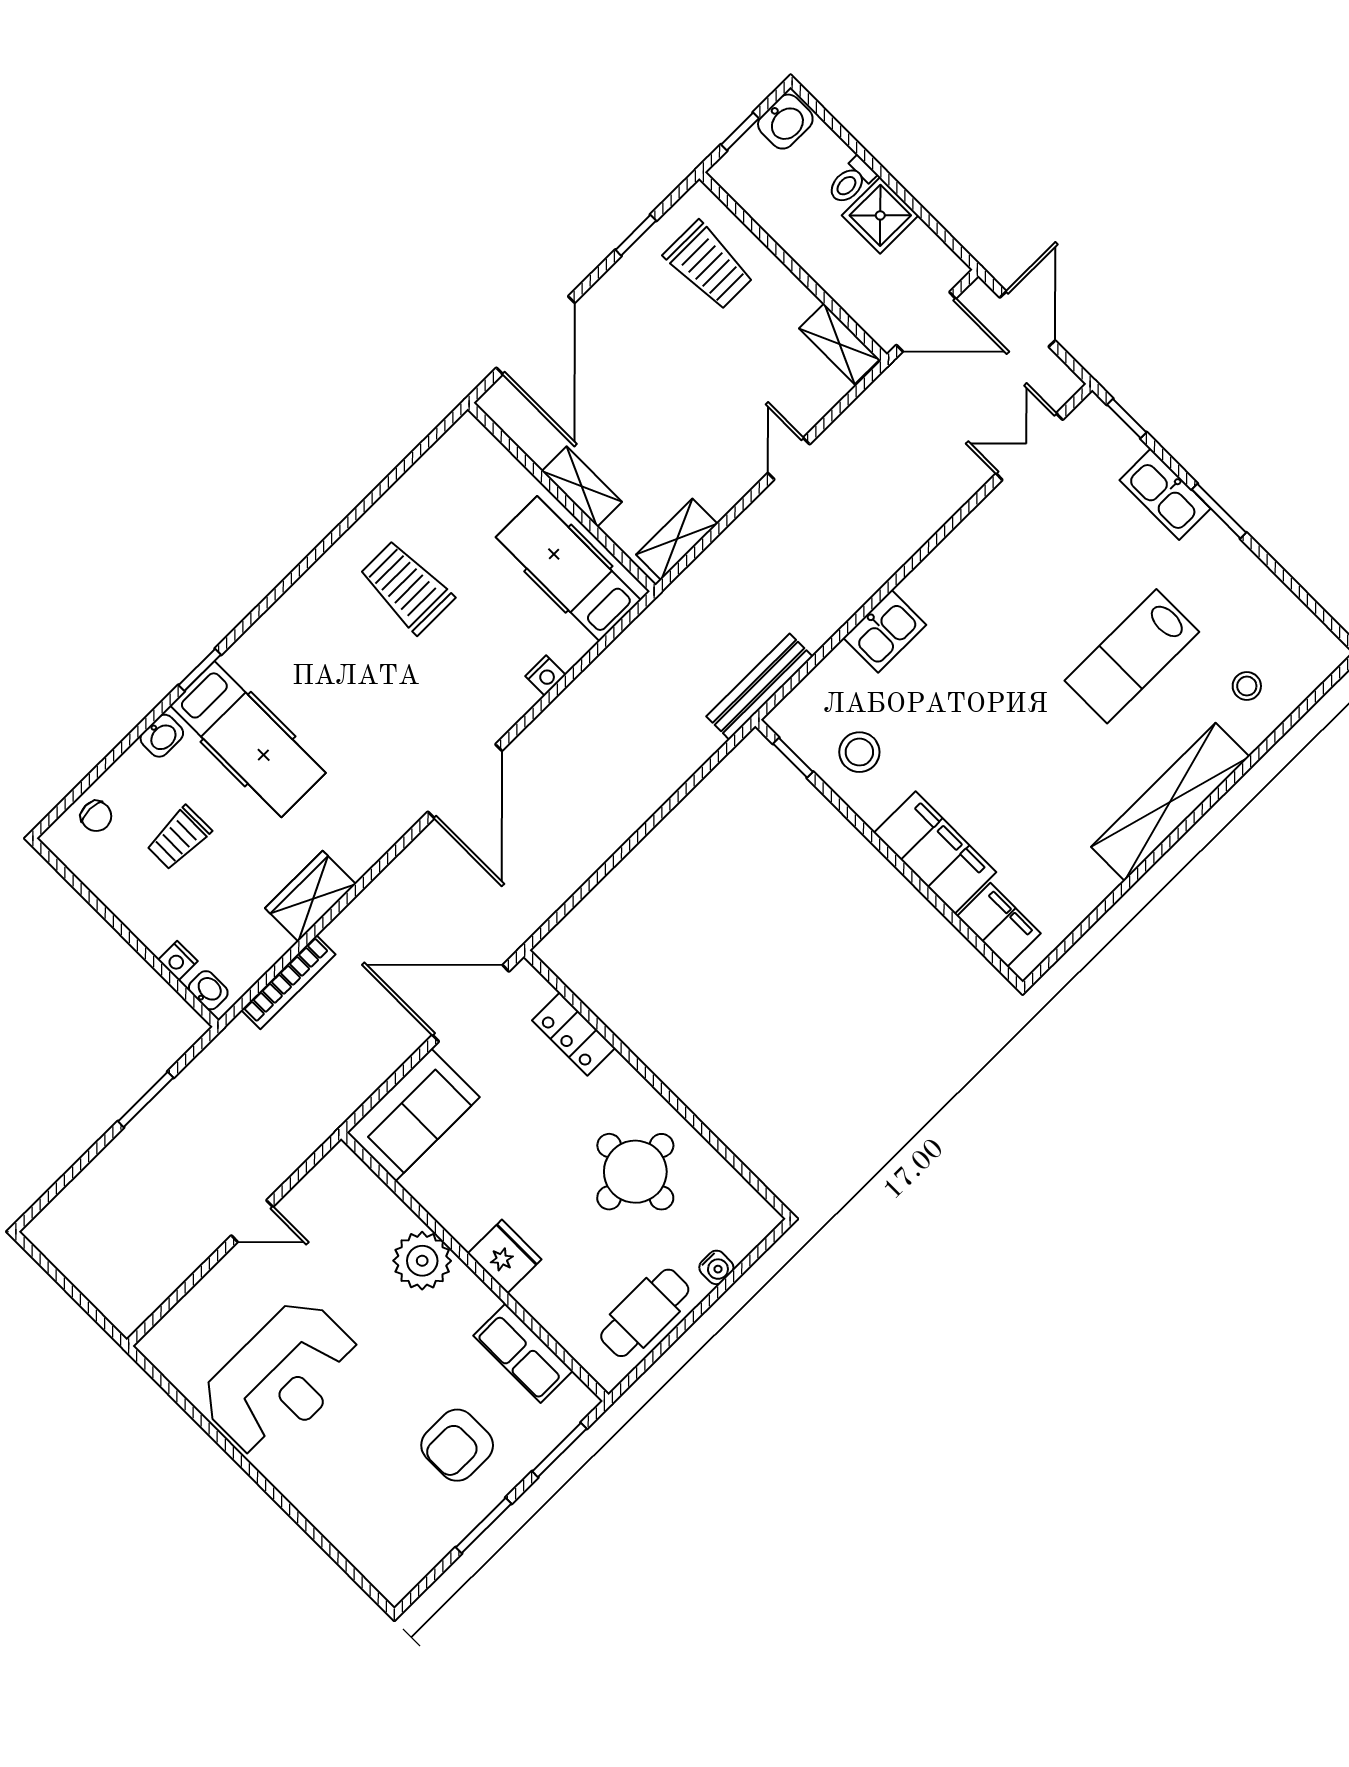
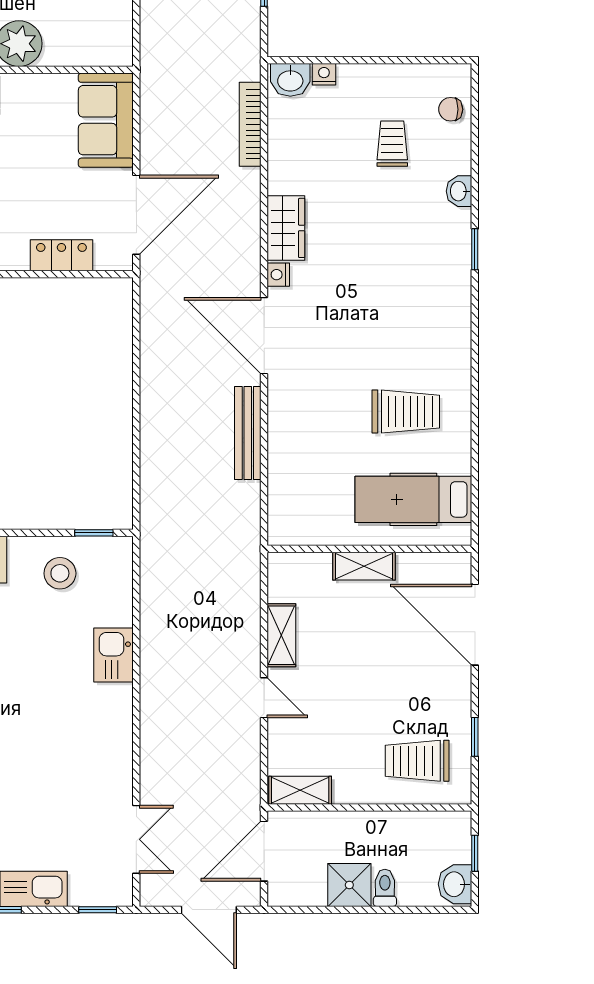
shelving: (677, 539) -> (281, 635), moved
hospital bed: (568, 569) -> (413, 499), moved, turned 180
nightstand: (545, 676) -> (278, 275), moved
bench: (759, 687) -> (248, 433), moved
hospital bed: (248, 739) -> (409, 237), removed
wardrobe: (310, 896) -> (286, 228), moved
washbasin: (208, 990) -> (290, 80), width x1.38, depth x1.45

